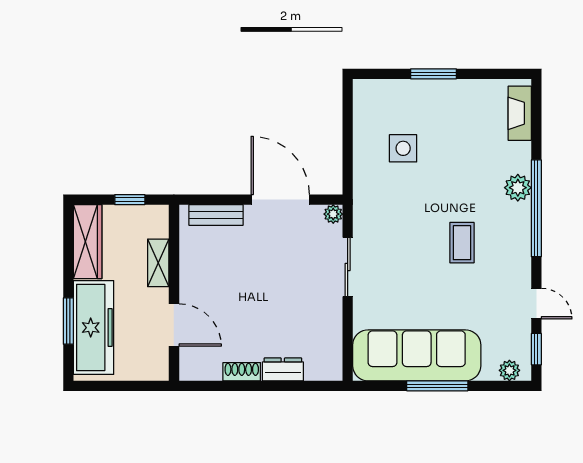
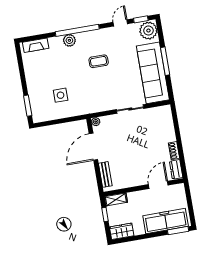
window: (434, 74) -> (28, 106), moved
wardrobe: (88, 242) -> (122, 231), width x0.67
shelving: (158, 263) -> (116, 200), moved
sliding door: (348, 267) -> (130, 109), moved
window: (68, 321) -> (178, 231), moved
dresser: (283, 369) -> (176, 169), moved
plant: (509, 370) -> (148, 31), width x1.88, depth x1.88

